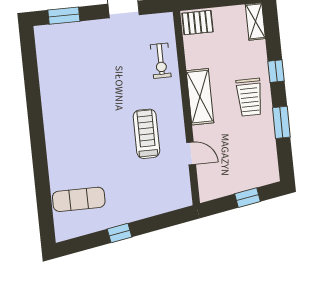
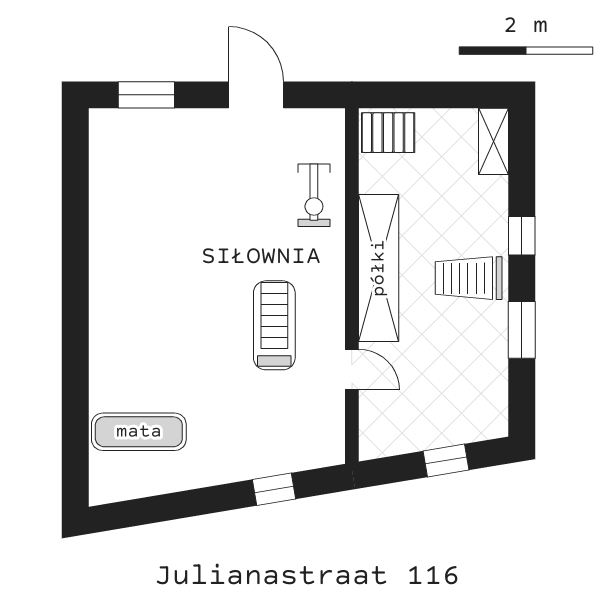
shelving: (200, 97) -> (379, 268), width x1.47
trolley: (249, 97) -> (469, 278), turned 90
window: (119, 233) -> (274, 489), moved

